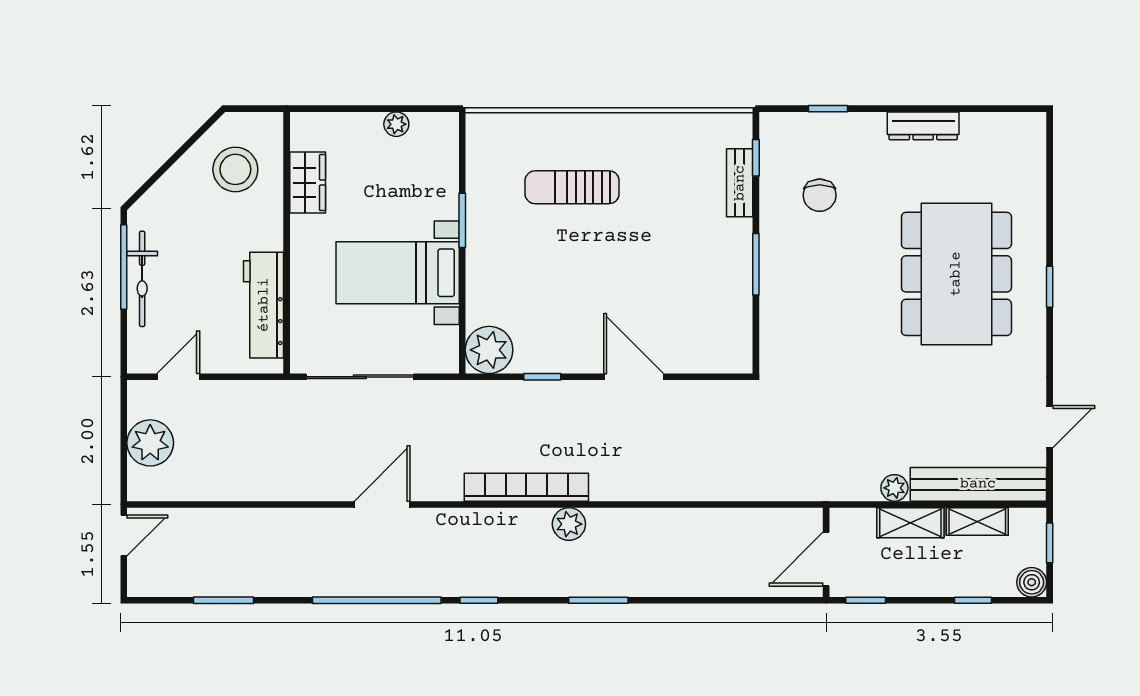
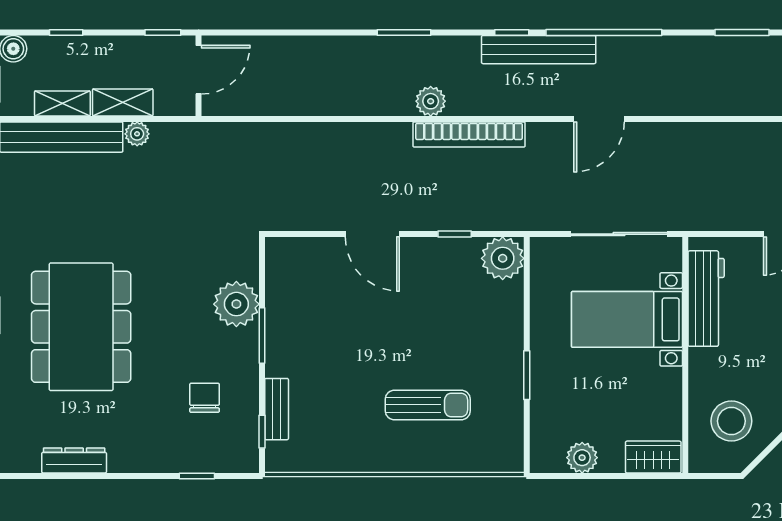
plant: (396, 124) -> (582, 458), width x1.38, depth x1.38
dresser: (923, 126) -> (74, 460), moved
wardrobe: (308, 183) -> (653, 457), moved, turned 90
bed with nightstands: (398, 273) -> (627, 319), moved, turned 180
plant: (784, 299) -> (236, 304), added
bench: (449, 581) -> (539, 50), added

